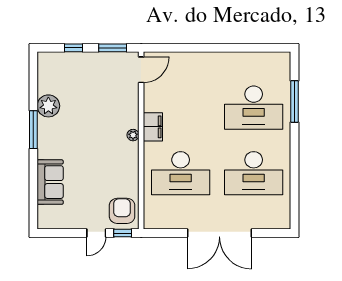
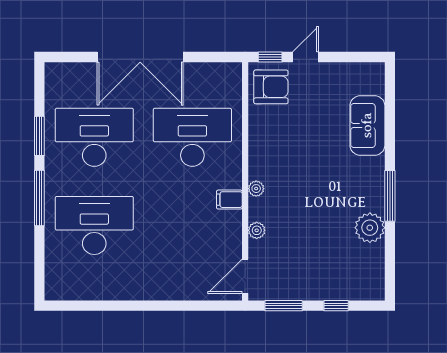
window: (295, 102) -> (39, 198), moved
plant: (133, 104) -> (257, 230), added
filing cabinet: (153, 127) -> (229, 200), width x0.50
window: (295, 174) -> (39, 136), added
armchair: (122, 211) -> (271, 87), turned -90
double door: (219, 233) -> (140, 57), swing flipped

